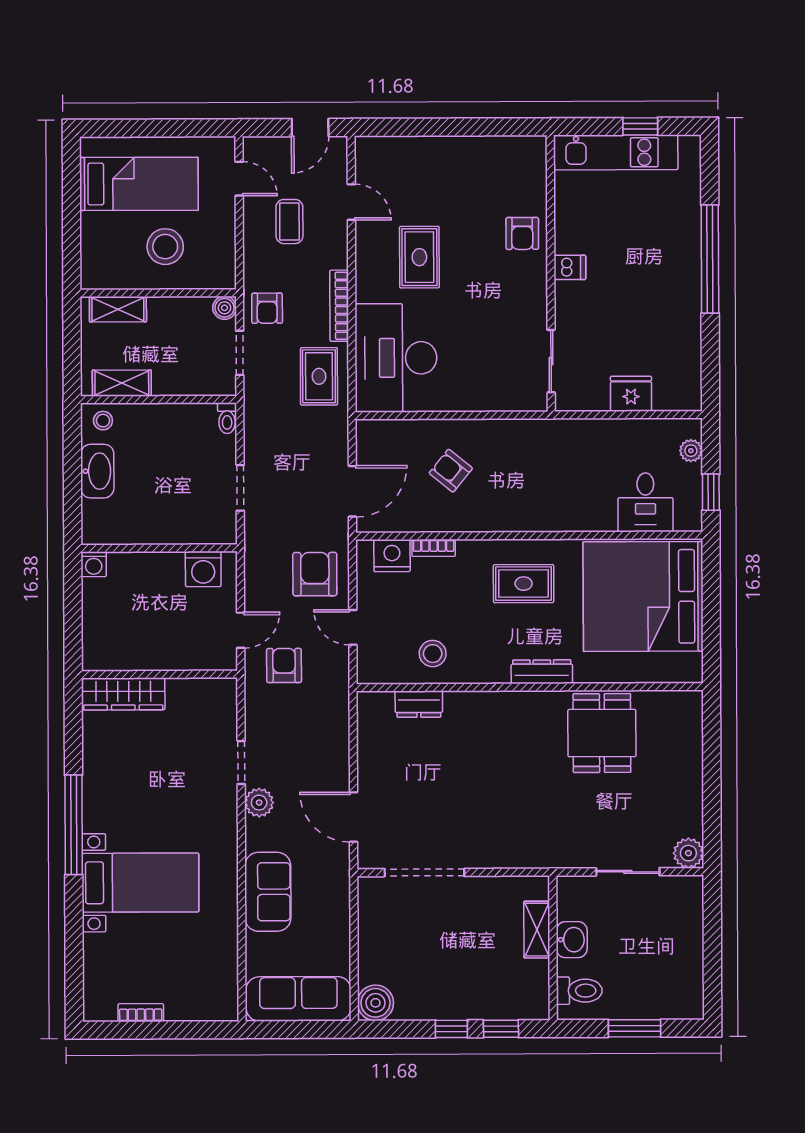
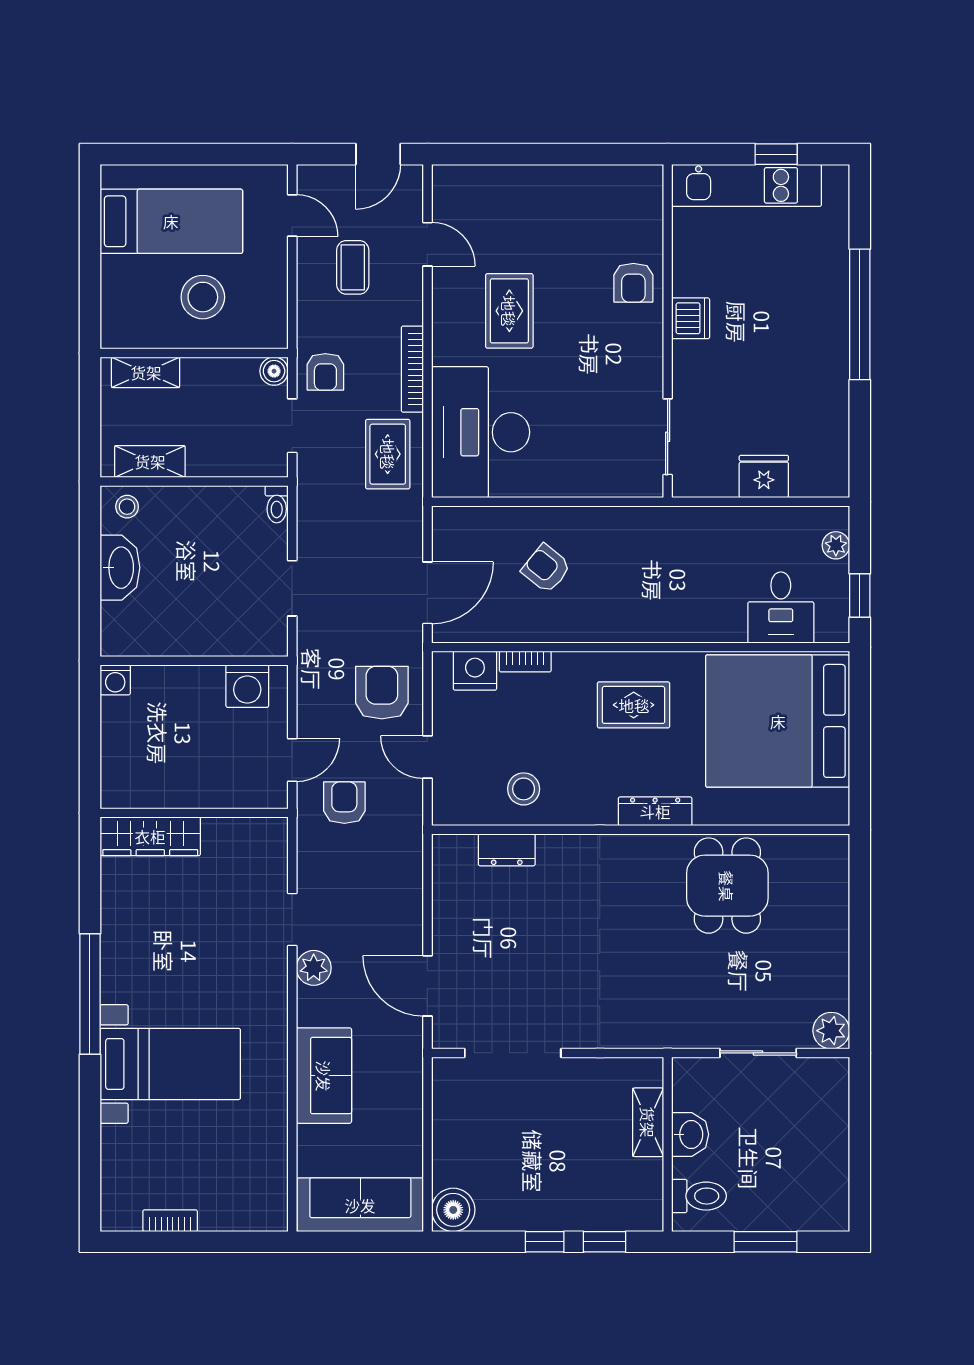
dishwasher: (570, 267) -> (691, 318), width x1.38

